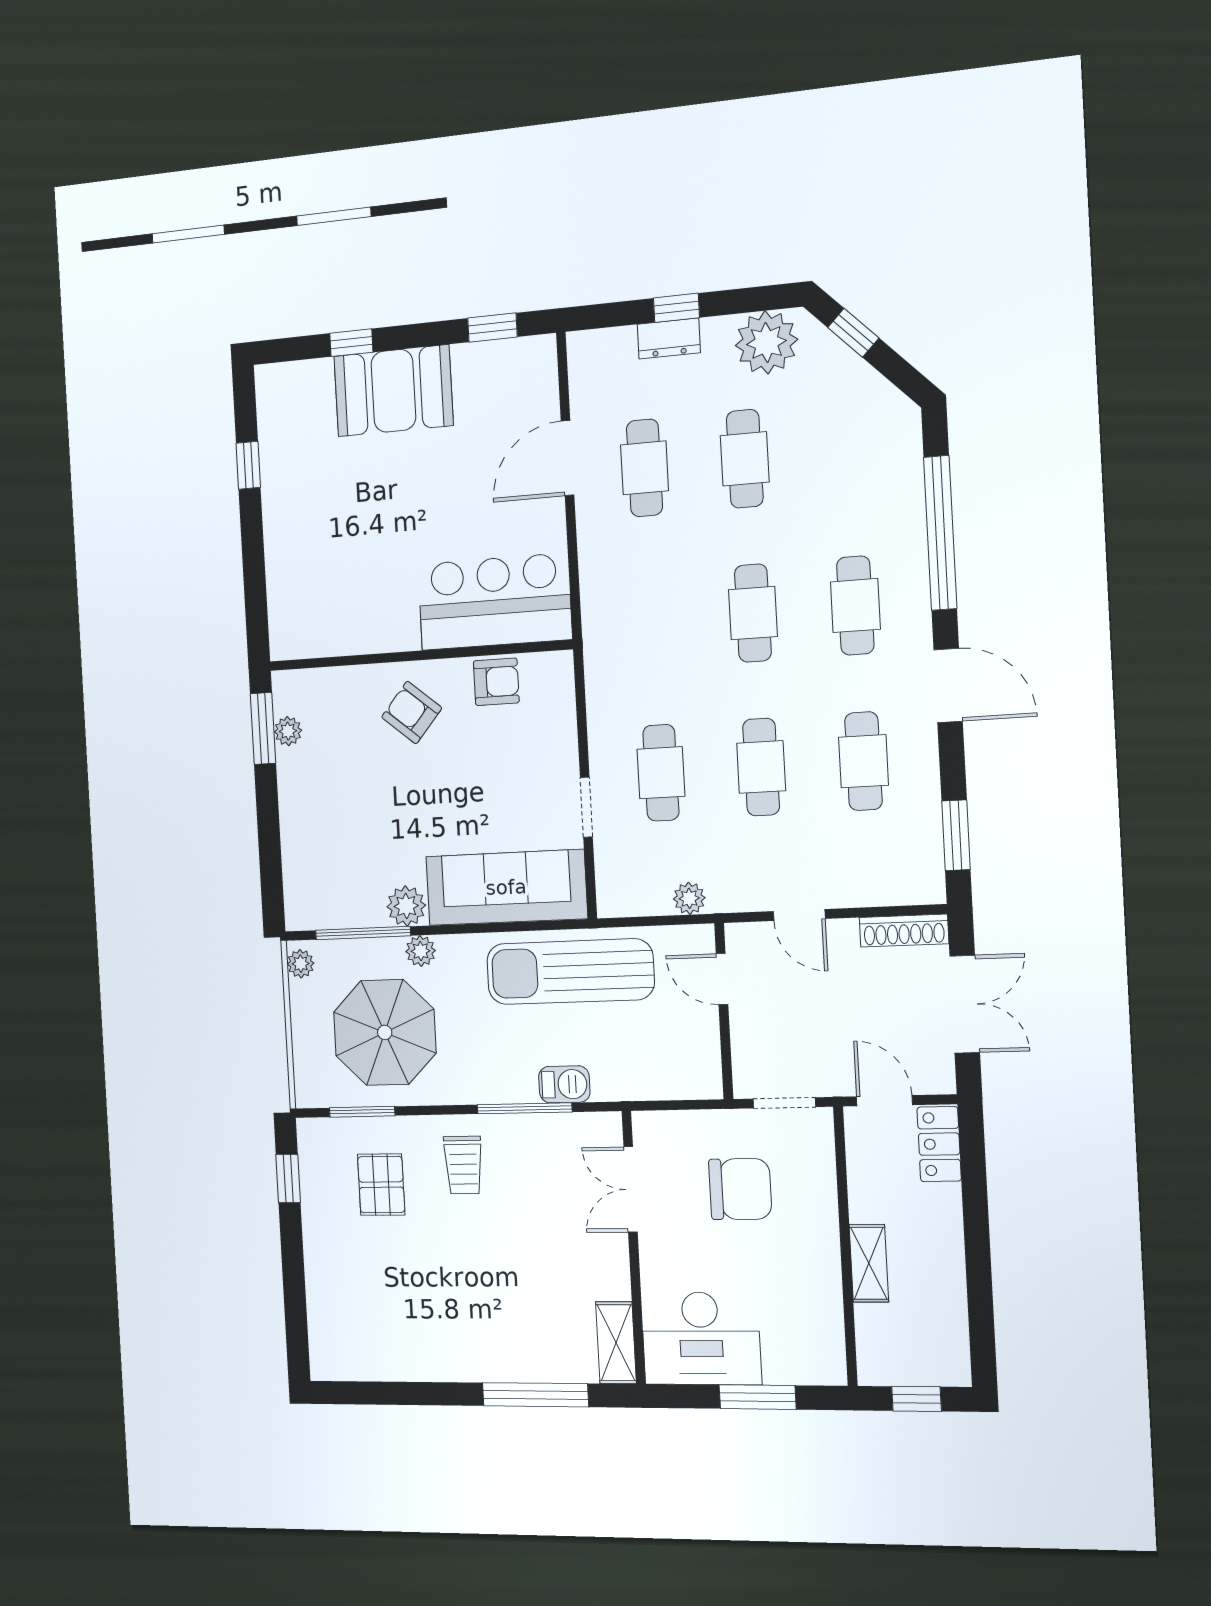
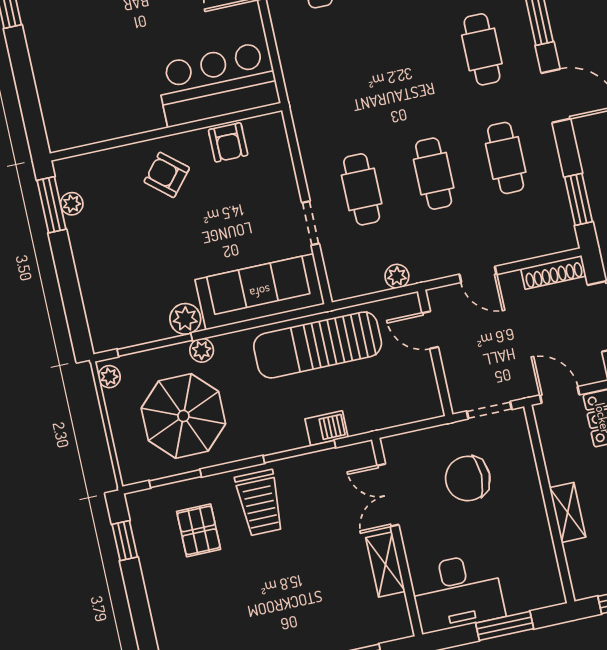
cafe table: (753, 613) -> (410, 65), removed
armchair: (496, 682) -> (228, 142), turned 90
trolley: (463, 1165) -> (260, 503), width x1.36, depth x1.39
chair: (740, 1189) -> (468, 478), turned 180
shelving: (616, 1343) -> (385, 564), moved

